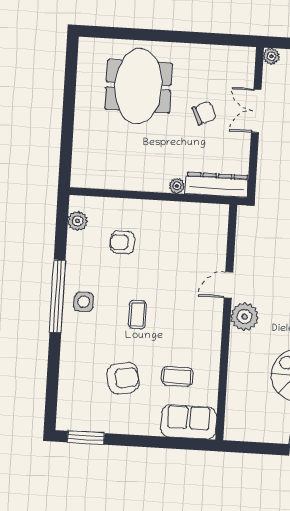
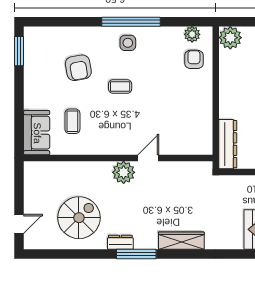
plant: (177, 186) -> (230, 38), moved, width x1.87, depth x1.87
armchair: (122, 242) -> (194, 59), moved
door: (228, 285) -> (148, 158), hinge flipped
armchair: (123, 378) -> (78, 68), moved

